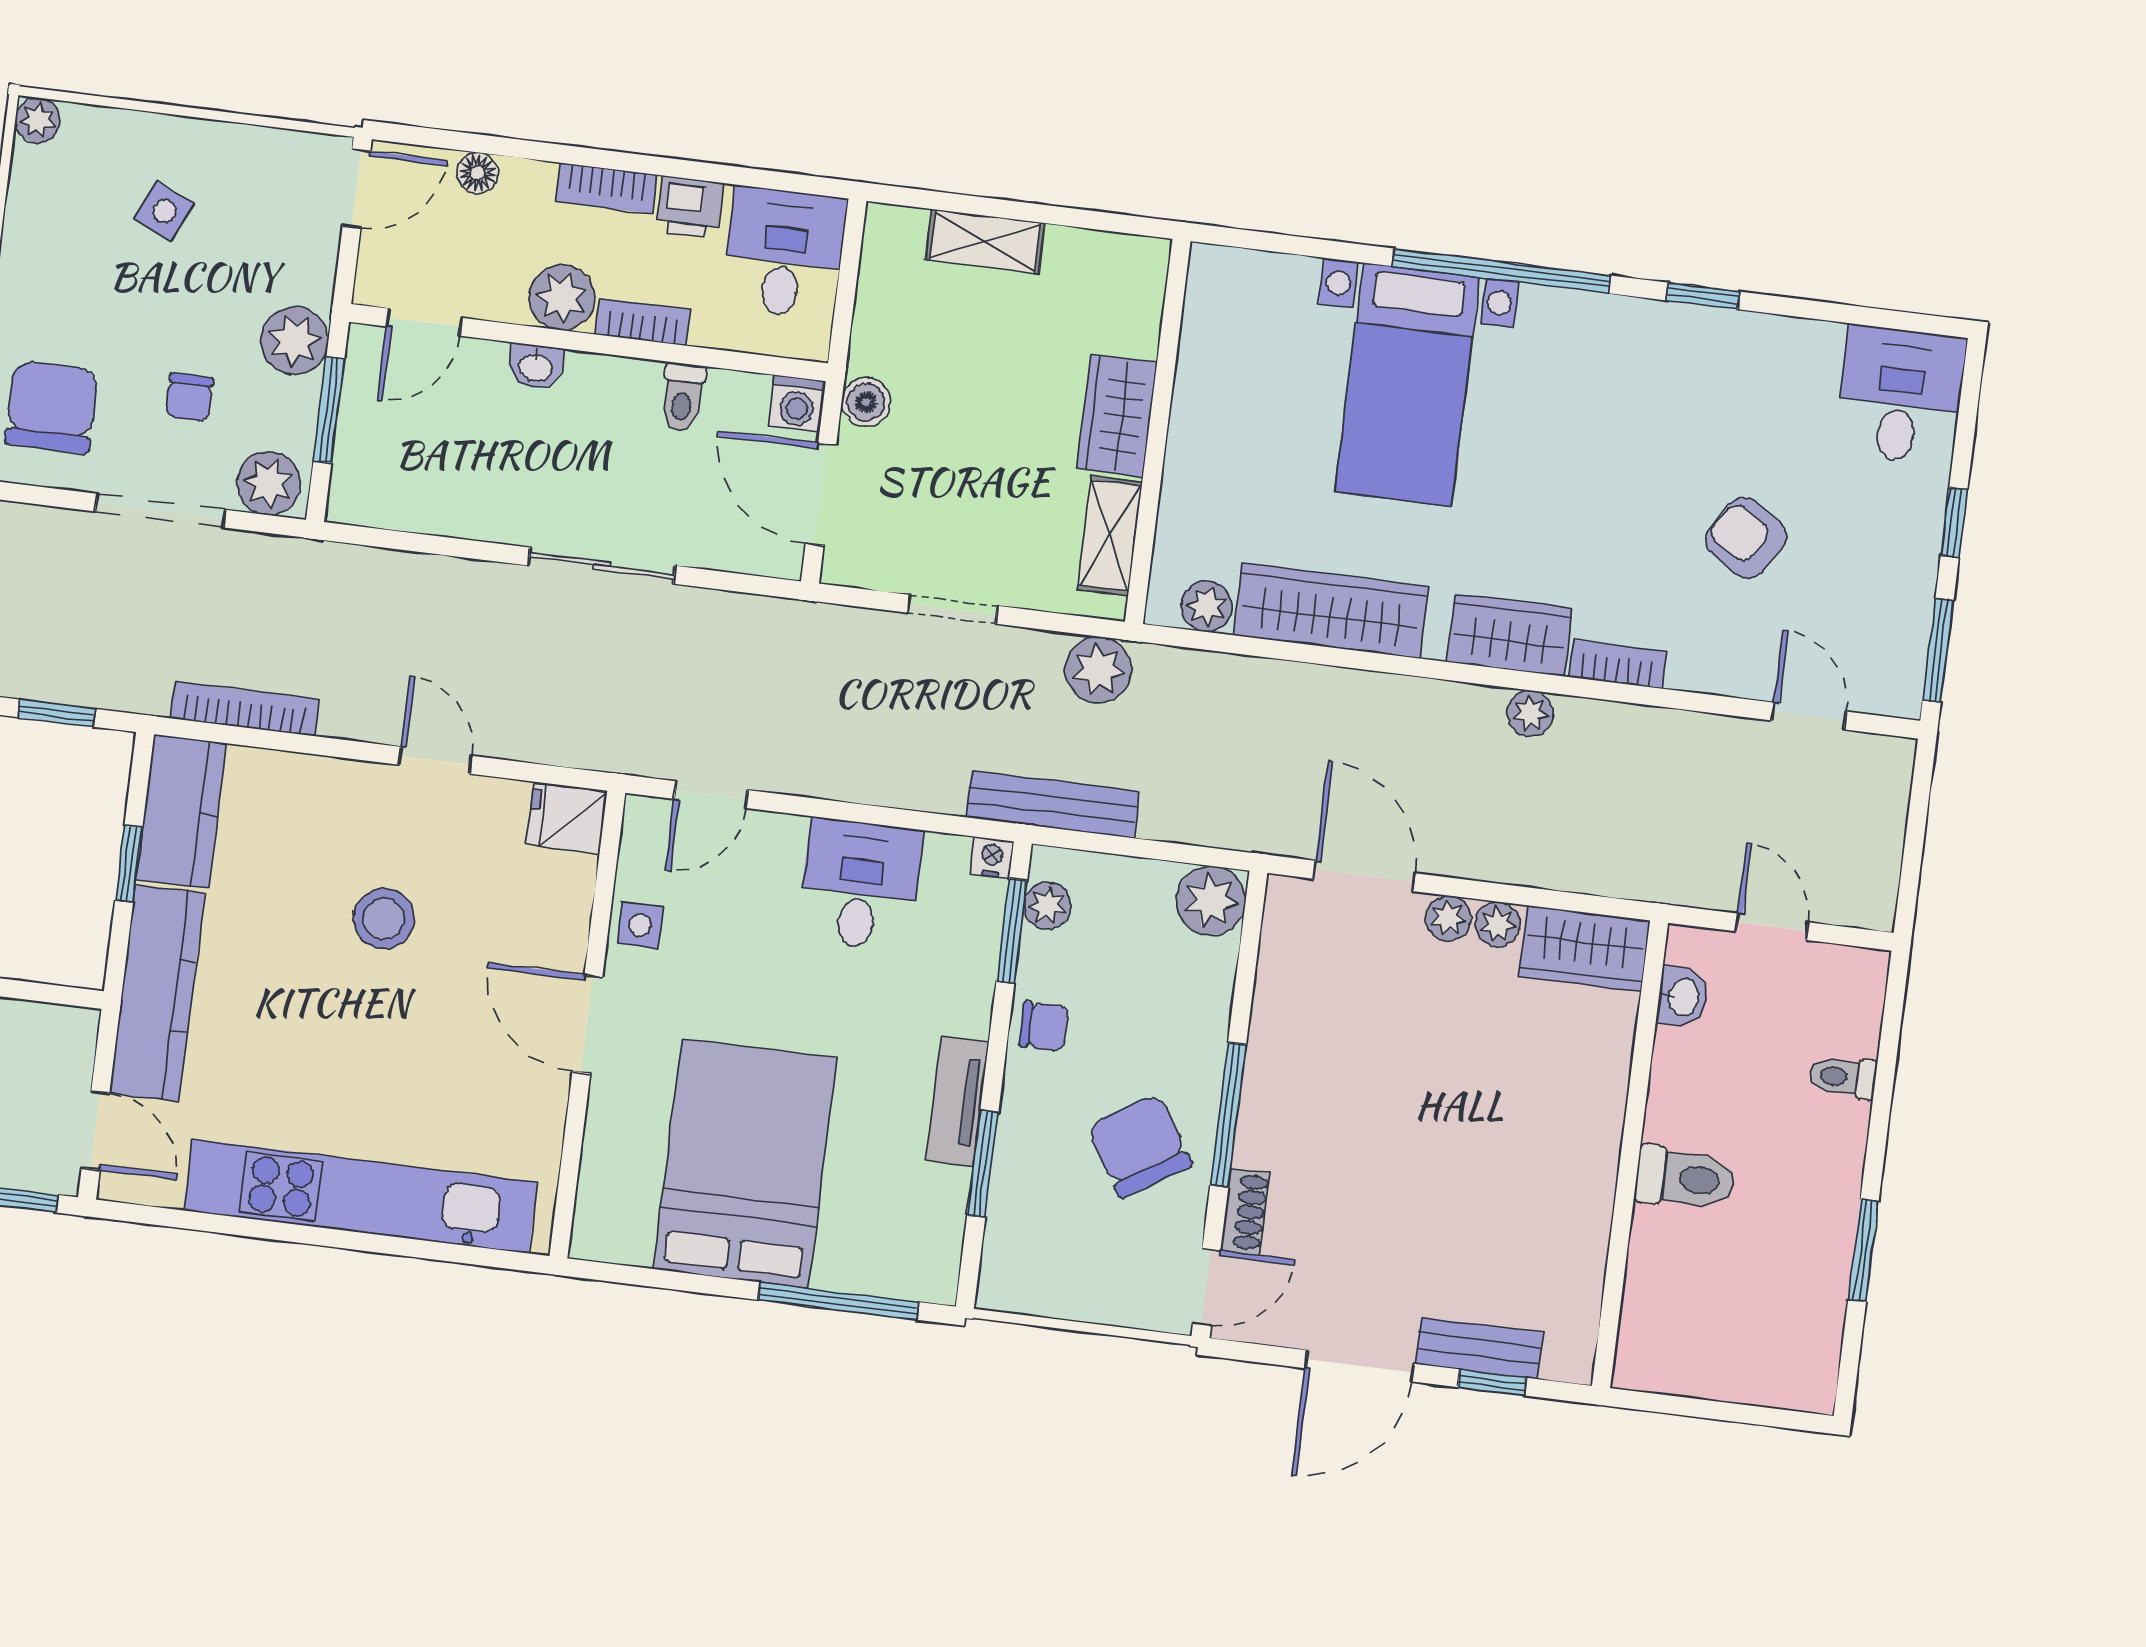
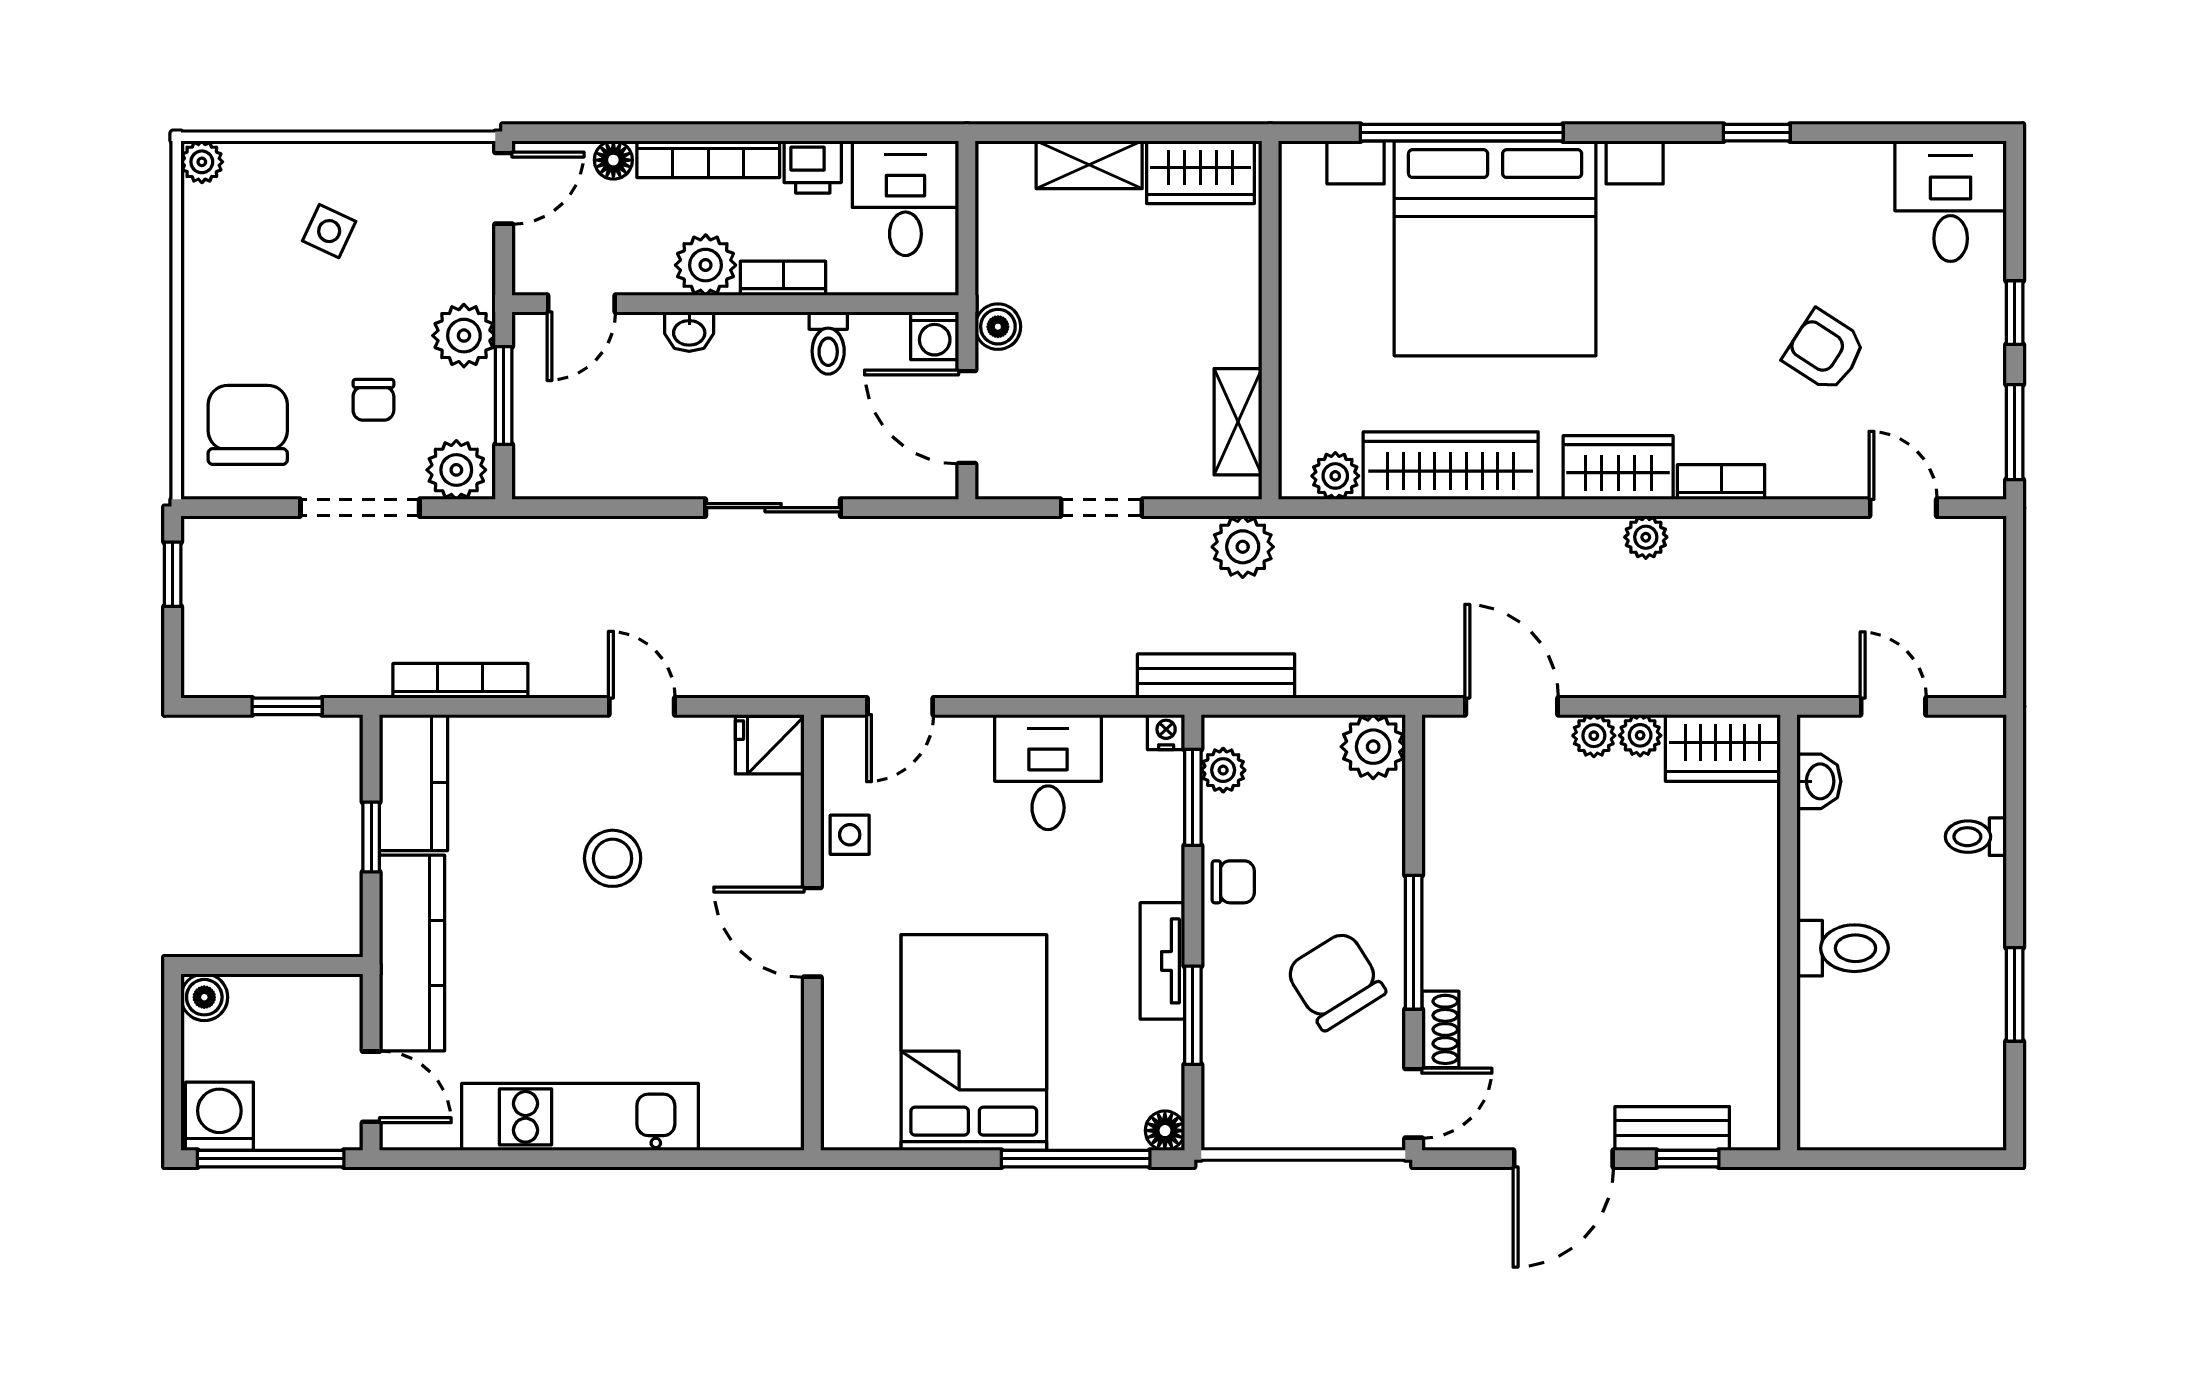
bookcase: (606, 188) -> (708, 159), width x1.56
window: (1501, 271) -> (1462, 133), moved
bed with nightstands: (1408, 385) -> (1495, 248), width x1.85
wardrobe: (1117, 416) -> (1201, 172), moved, turned -90
kitchen unit: (361, 1196) -> (580, 1117), width x0.73
floor lamp: (938, 1283) -> (1165, 1131), added

